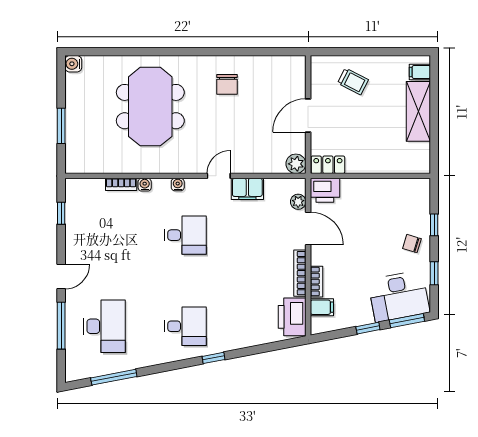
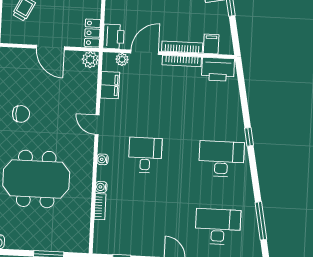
filing cabinet: (247, 189) -> (110, 85), moved
bookcase: (317, 282) -> (182, 47), width x1.56
desk: (185, 326) -> (221, 159), width x1.37

